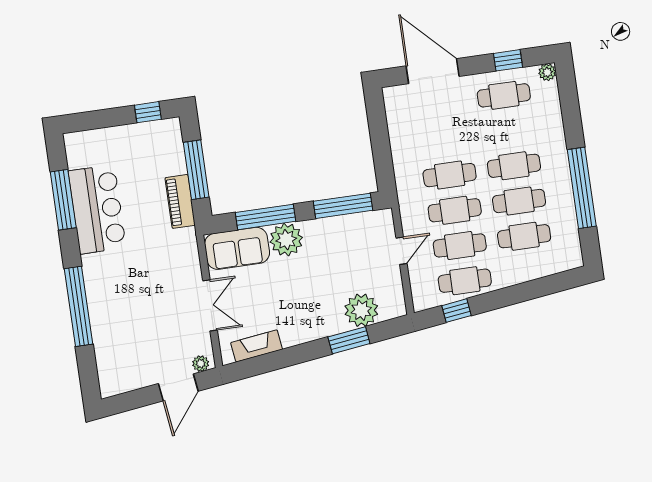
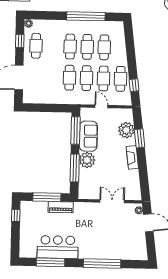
sofa: (237, 248) -> (88, 136), moved
fireplace: (257, 346) -> (132, 157), moved

